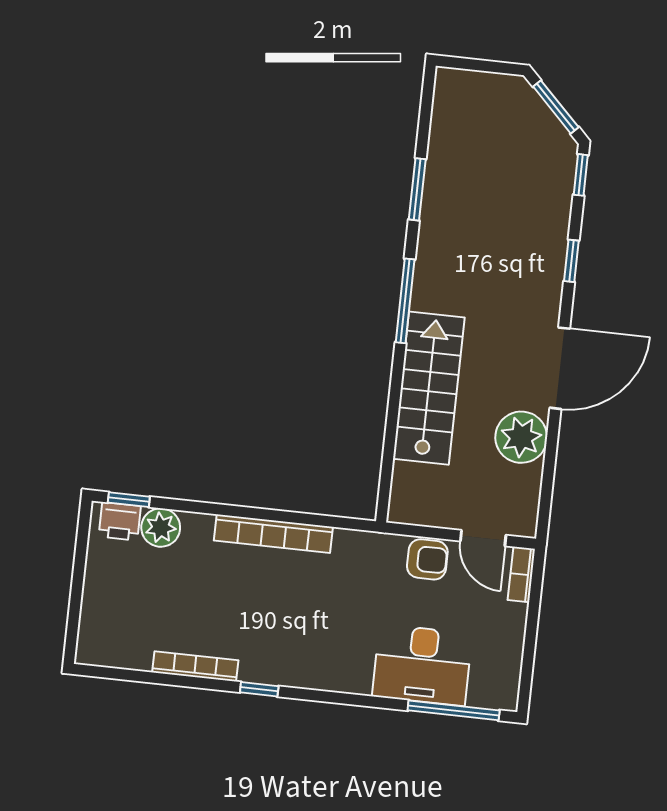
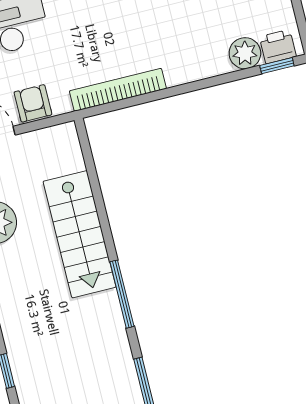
bookcase: (273, 534) -> (118, 90), moved
armchair: (427, 559) -> (33, 103), turned 90

